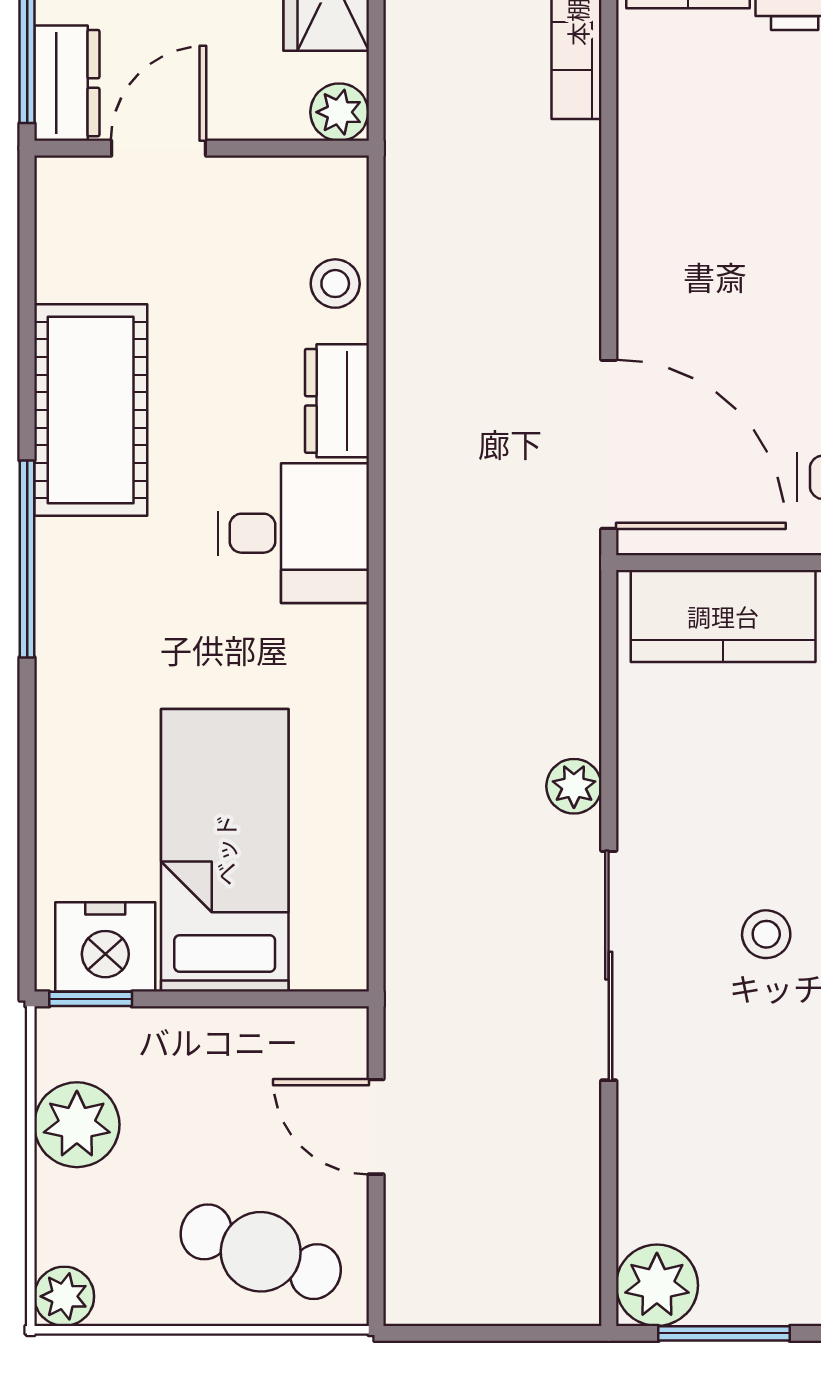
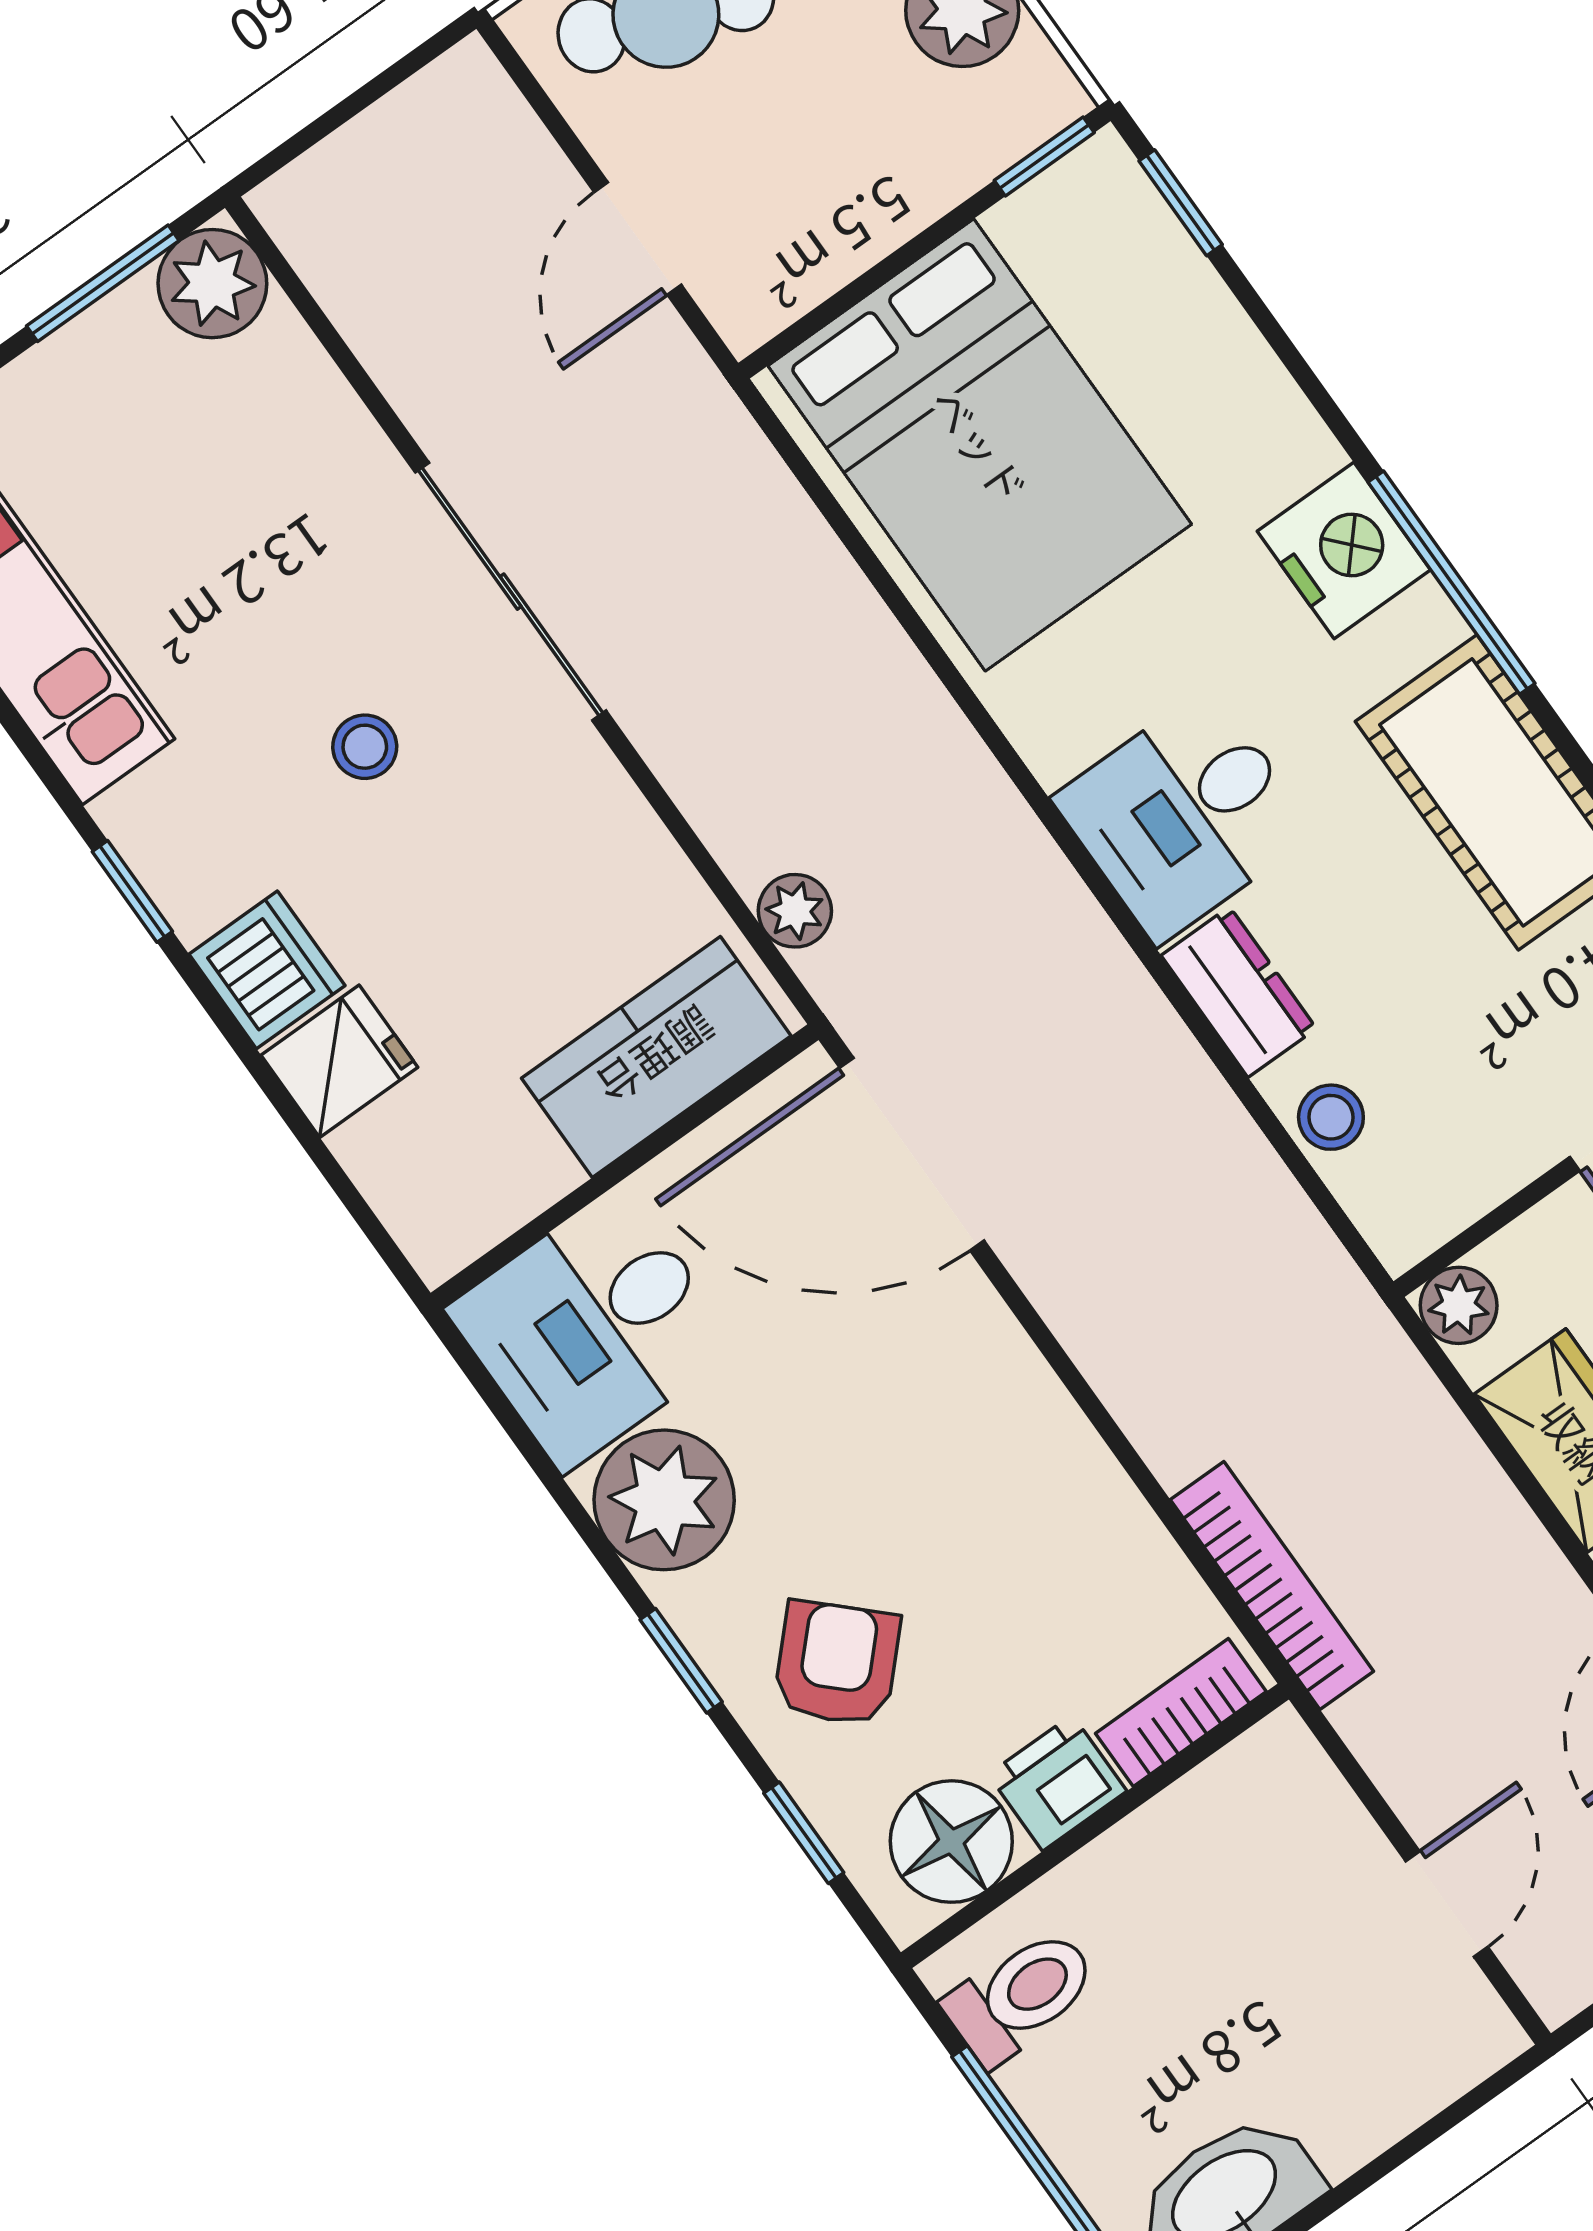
plant: (574, 786) -> (795, 911), moved
bed: (225, 850) -> (980, 445), width x1.50
window: (27, 911) -> (1181, 203), added
nightstand: (105, 947) -> (1344, 551), moved, turned 90
door: (376, 1127) -> (638, 239), swing flipped

